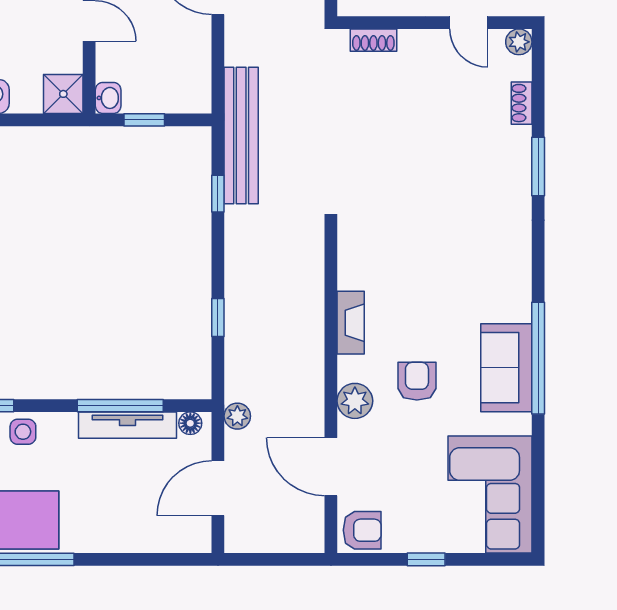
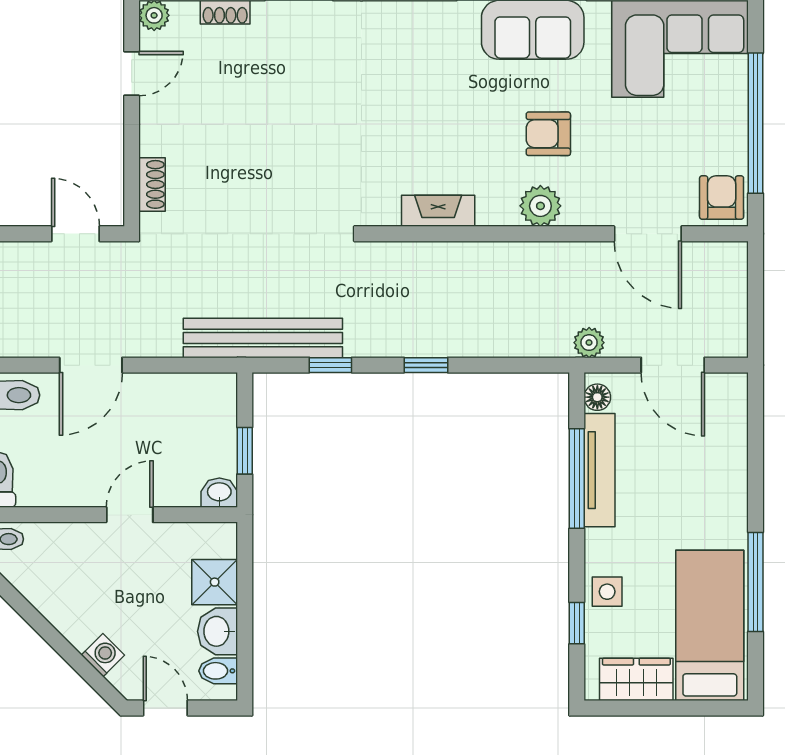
shower: (63, 94) -> (215, 582), moved
window: (218, 318) -> (426, 365), moved
fireplace: (351, 323) -> (438, 211), moved
plant: (355, 401) -> (540, 206), moved
door: (331, 467) -> (648, 234), hinge flipped
window: (426, 559) -> (755, 123), width x3.17

